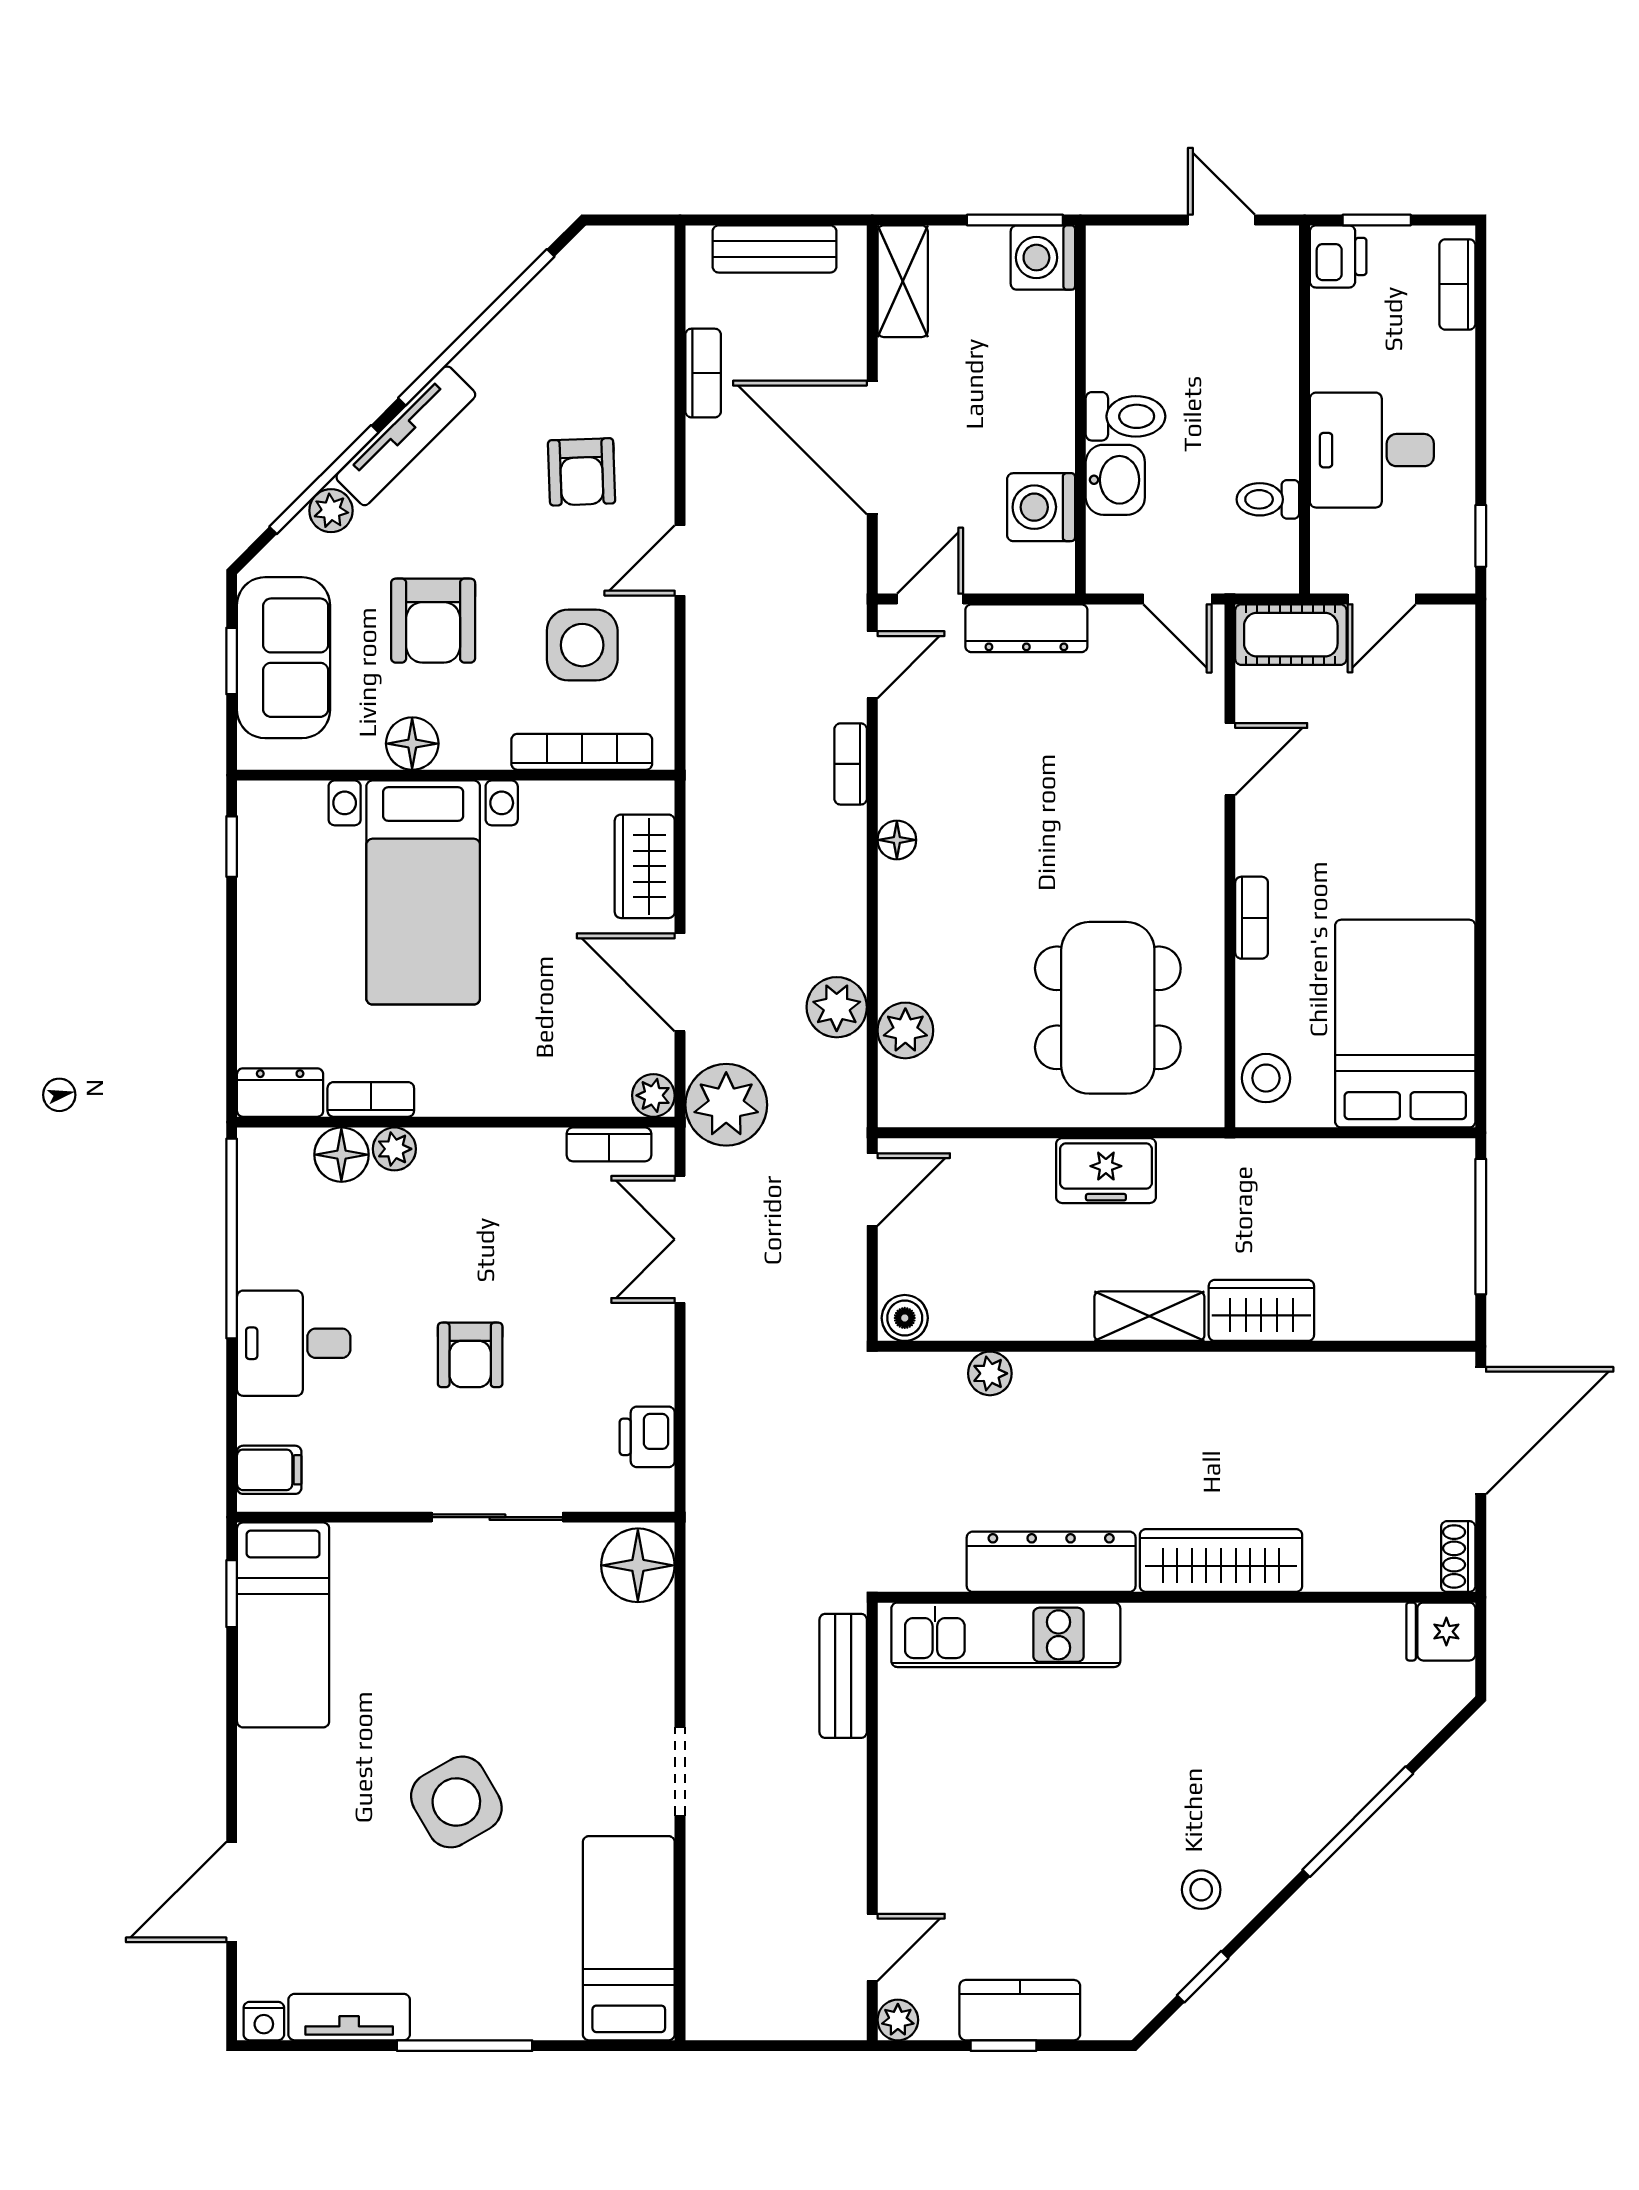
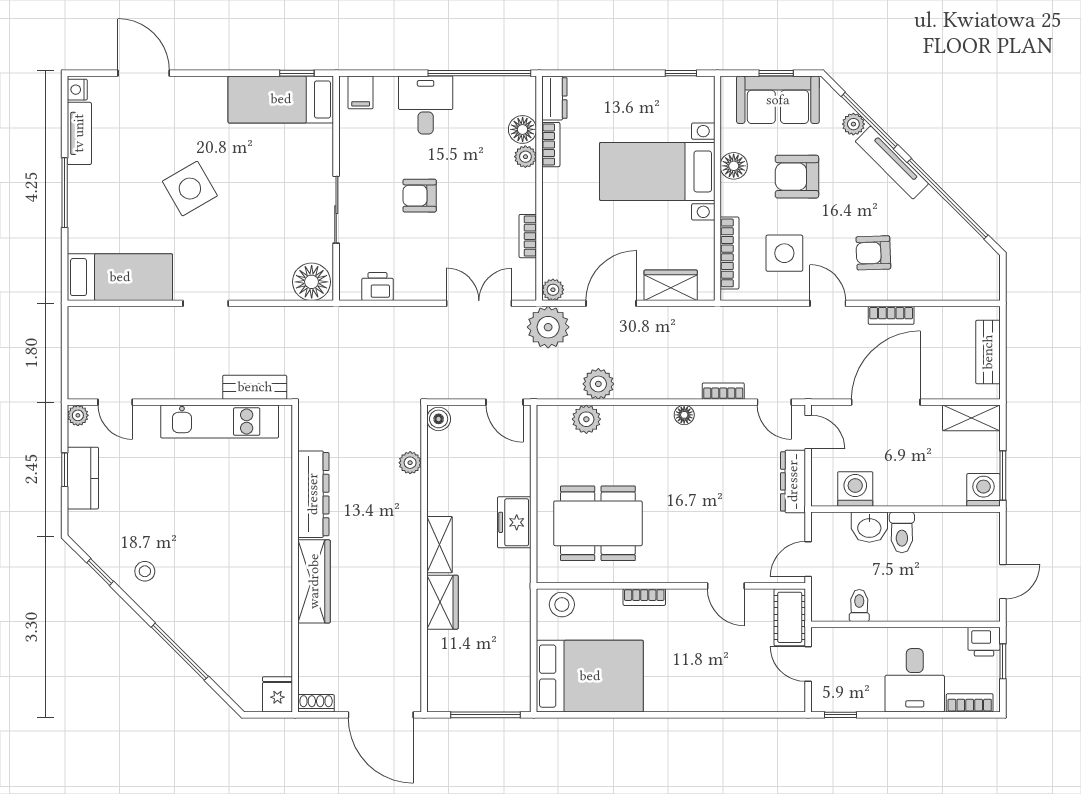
bookcase: (703, 373) -> (891, 315), moved
desk: (1372, 450) -> (915, 680), moved, turned 180
bookcase: (609, 1144) -> (528, 236), moved
kitchen unit: (1006, 1635) -> (220, 422), moved, turned -90

